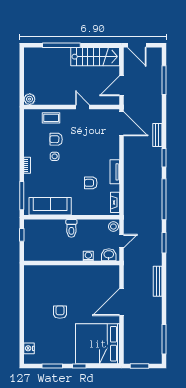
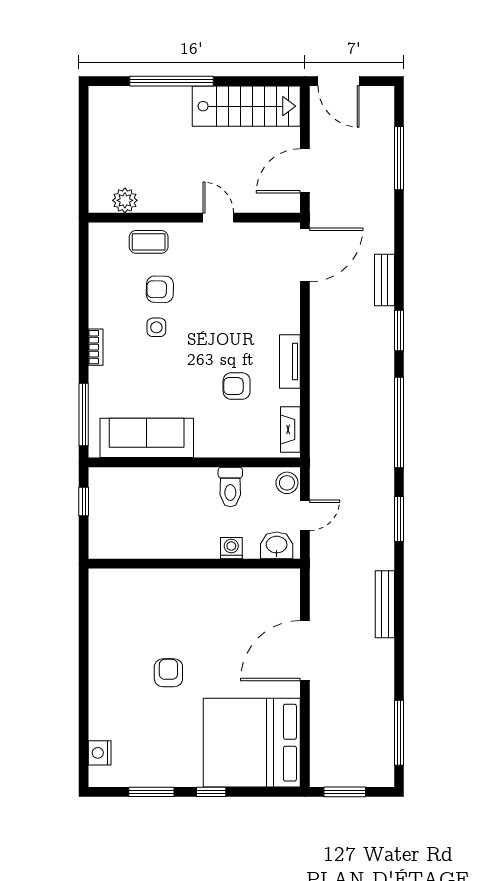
plant: (30, 99) -> (125, 200), moved
door: (122, 124) -> (305, 255), hinge flipped
toilet: (71, 228) -> (230, 487), moved

